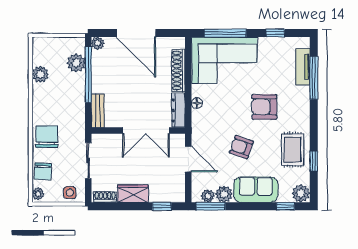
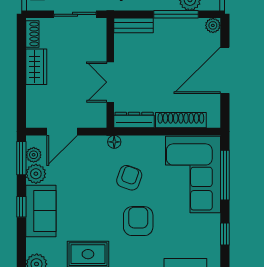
window: (88, 75) -> (176, 14), width x0.68
floor lamp: (197, 103) -> (114, 142), moved
double door: (146, 131) -> (110, 82), width x0.73
armchair: (241, 147) -> (129, 178), moved
door: (188, 159) -> (62, 132), moved
window: (162, 206) -> (21, 101), removed
window: (285, 206) -> (21, 207), moved

